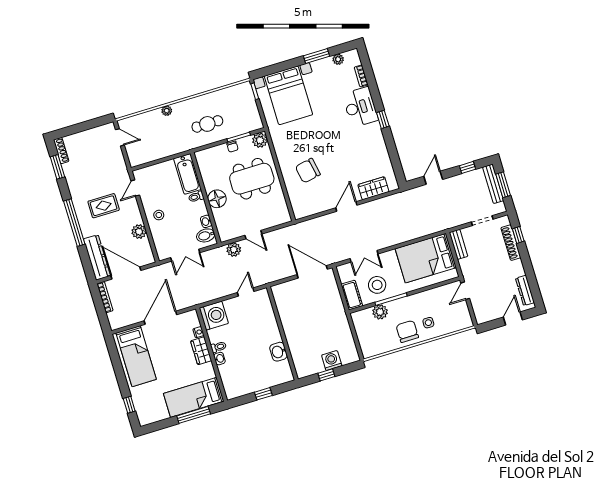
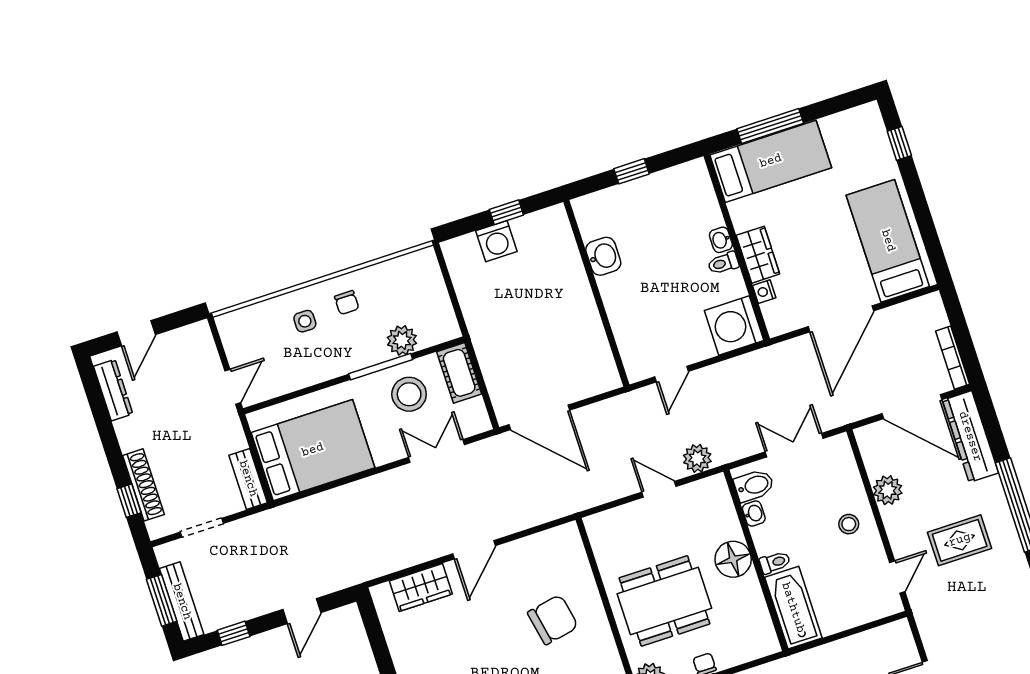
chair: (407, 331) -> (347, 303), width x0.54, depth x0.54

